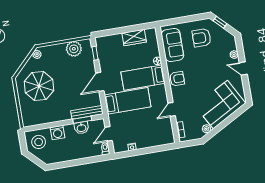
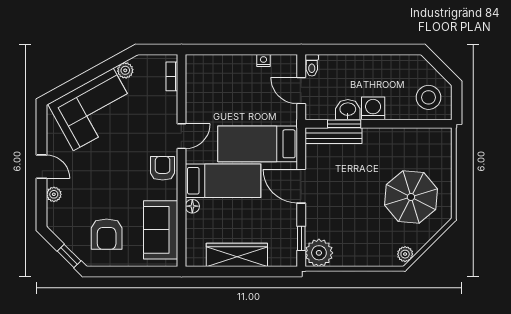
wardrobe: (134, 37) -> (237, 255), width x1.50
armchair: (202, 38) -> (107, 234), turned 90
plant: (74, 49) -> (319, 253), moved
armchair: (177, 79) -> (163, 168), turned 90
door: (100, 82) -> (301, 186), swing flipped
door: (172, 109) -> (181, 136), moved
washing machine: (57, 133) -> (373, 108), moved
door: (109, 134) -> (301, 91), swing flipped

